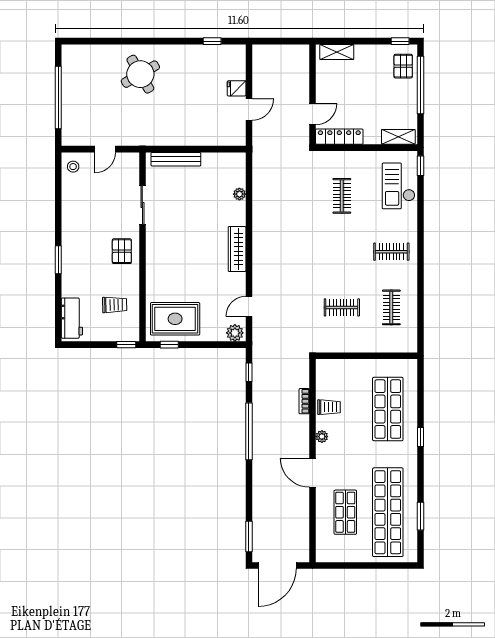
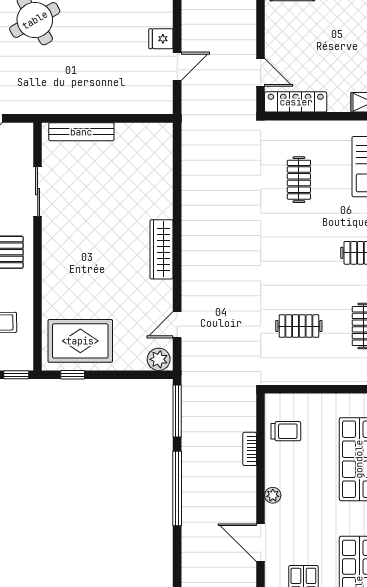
door: (313, 114) -> (261, 72), hinge flipped
plant: (239, 194) -> (165, 177), removed
window: (249, 372) -> (177, 411), width x2.17
trolley: (329, 407) -> (286, 431), moved

